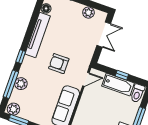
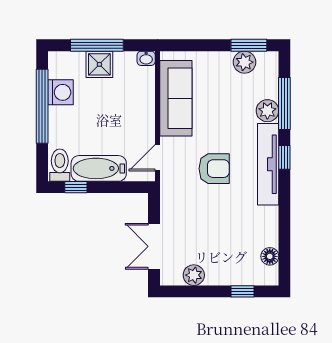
tv unit: (38, 35) -> (268, 164), moved
window: (122, 75) -> (76, 187), moved
plant: (13, 109) -> (244, 62), moved

